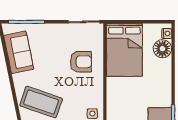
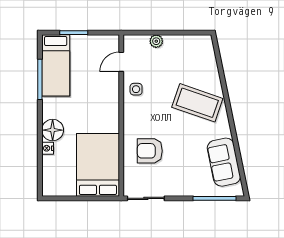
nightstand: (167, 33) -> (48, 148), moved
floor lamp: (162, 49) -> (53, 130), moved

